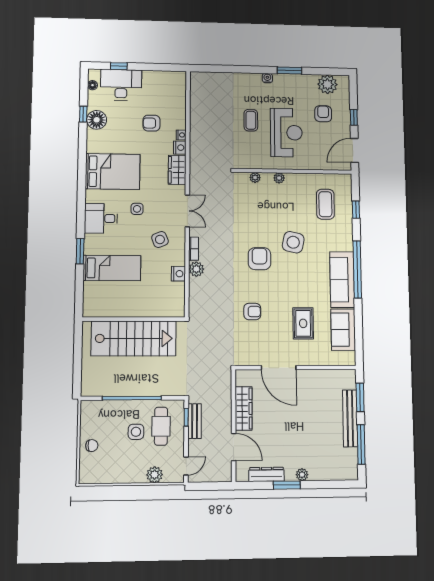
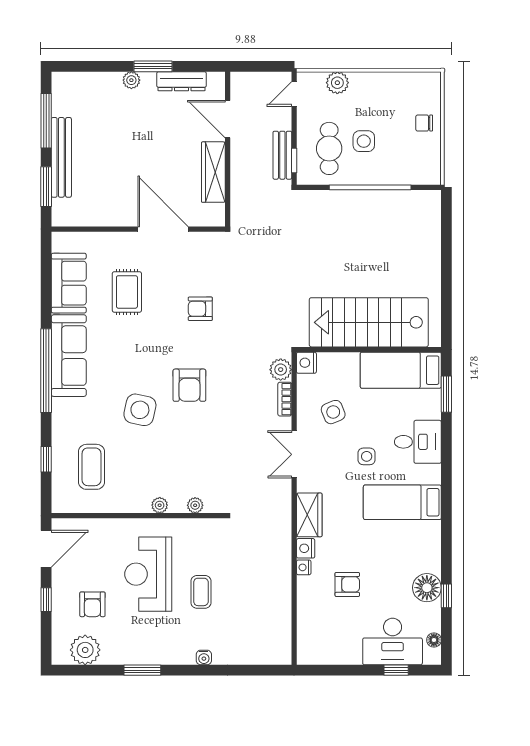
water cooler: (267, 78) -> (204, 657), moved
bed: (113, 171) -> (402, 502), width x0.67
wall: (134, 319) -> (369, 350), moved
stairs: (134, 338) -> (369, 322), moved

